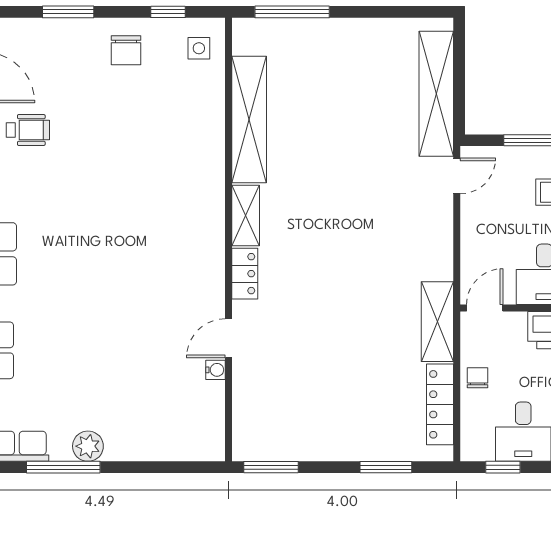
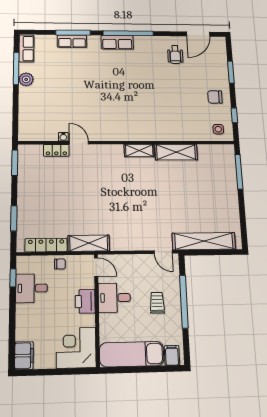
shelving: (249, 119) -> (176, 152), width x0.68
locker: (245, 274) -> (56, 150), moved

